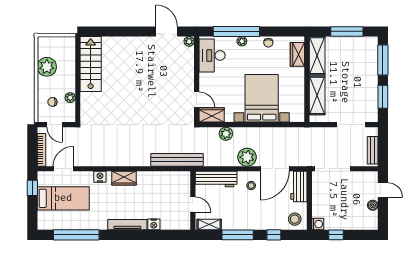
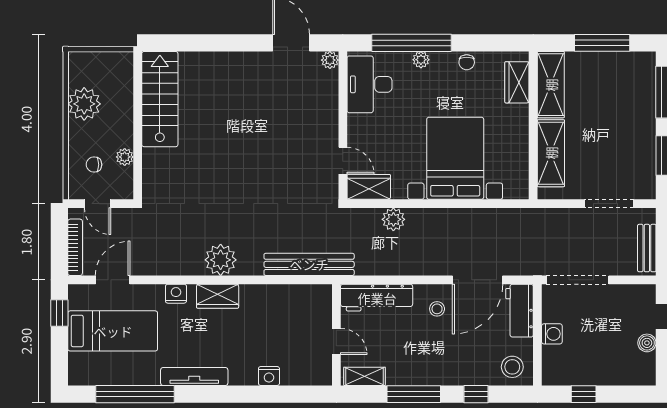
plant: (247, 157) -> (221, 260), moved
washing machine: (318, 224) -> (552, 334), moved
tv unit: (127, 225) -> (194, 377), moved

